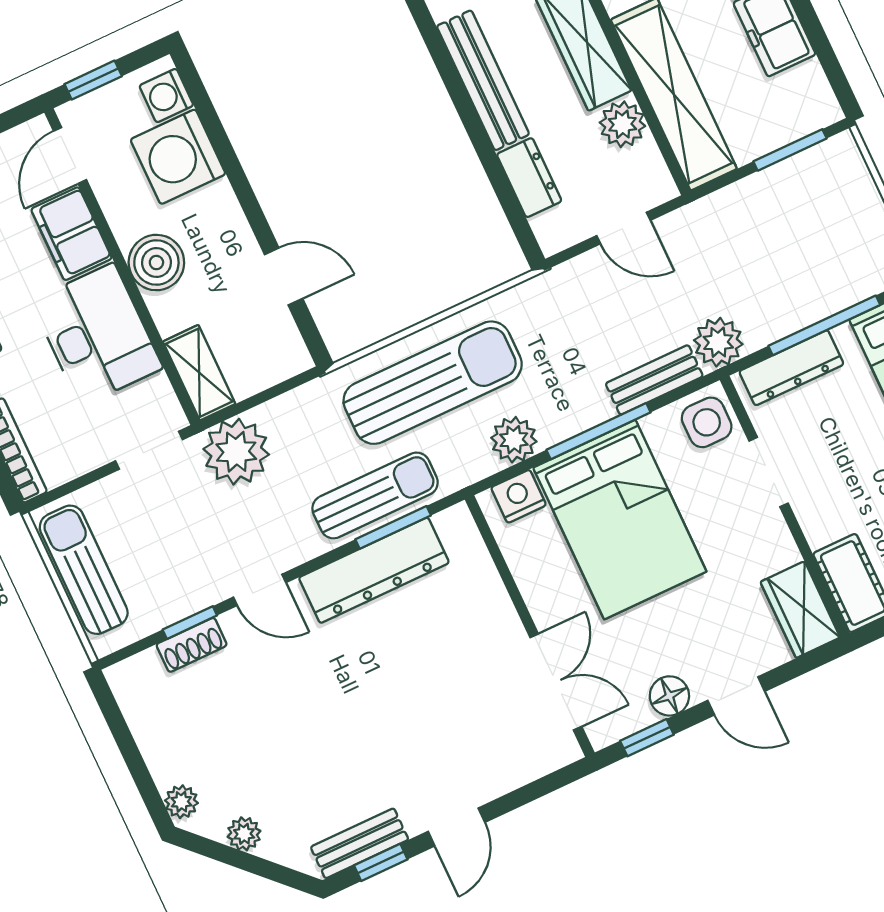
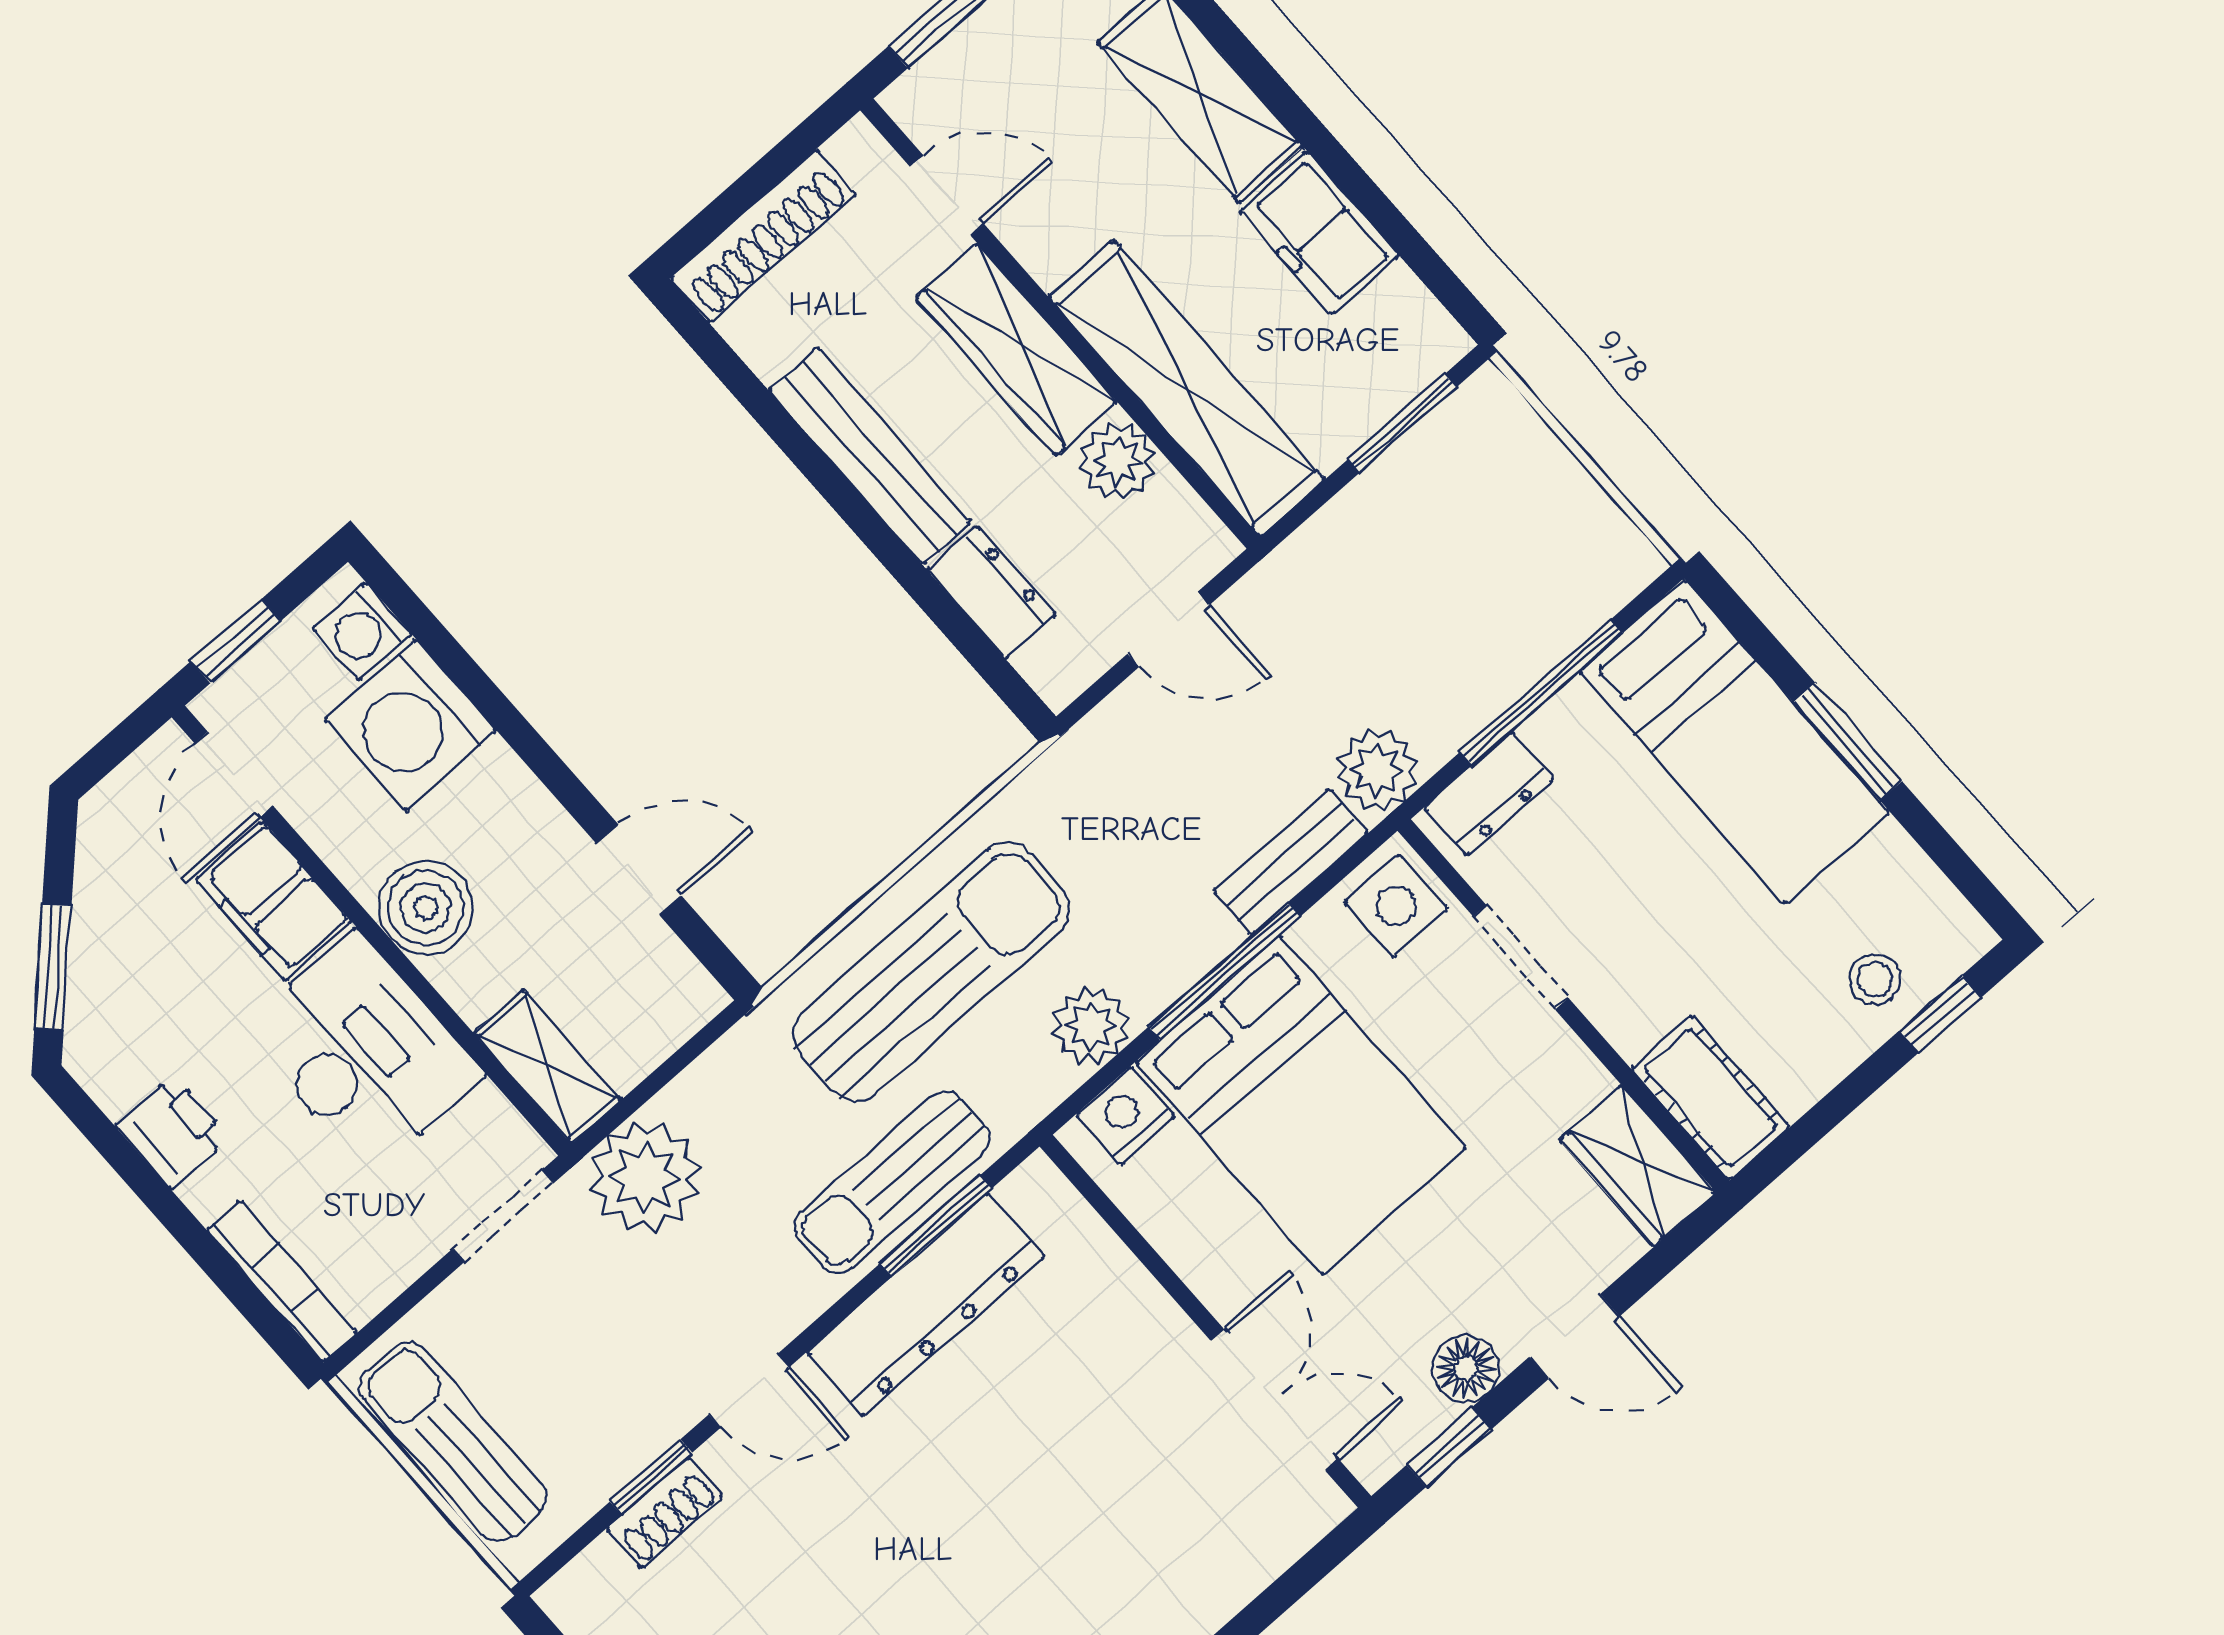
dresser: (791, 368) -> (1489, 794), width x0.70
sun lounger: (375, 495) -> (892, 1182), turned 180

